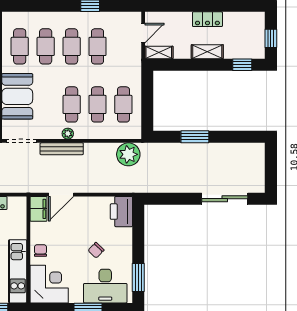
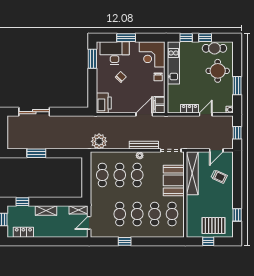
locker: (207, 19) -> (23, 232), moved
window: (195, 137) -> (36, 153), moved

